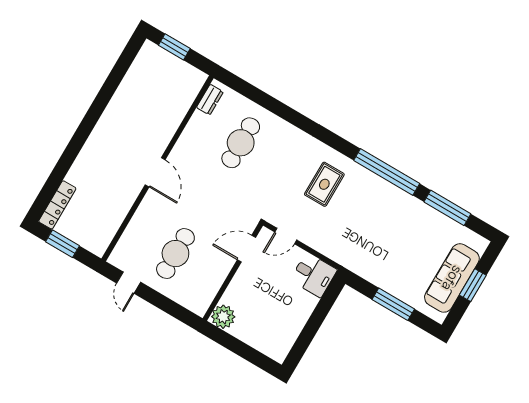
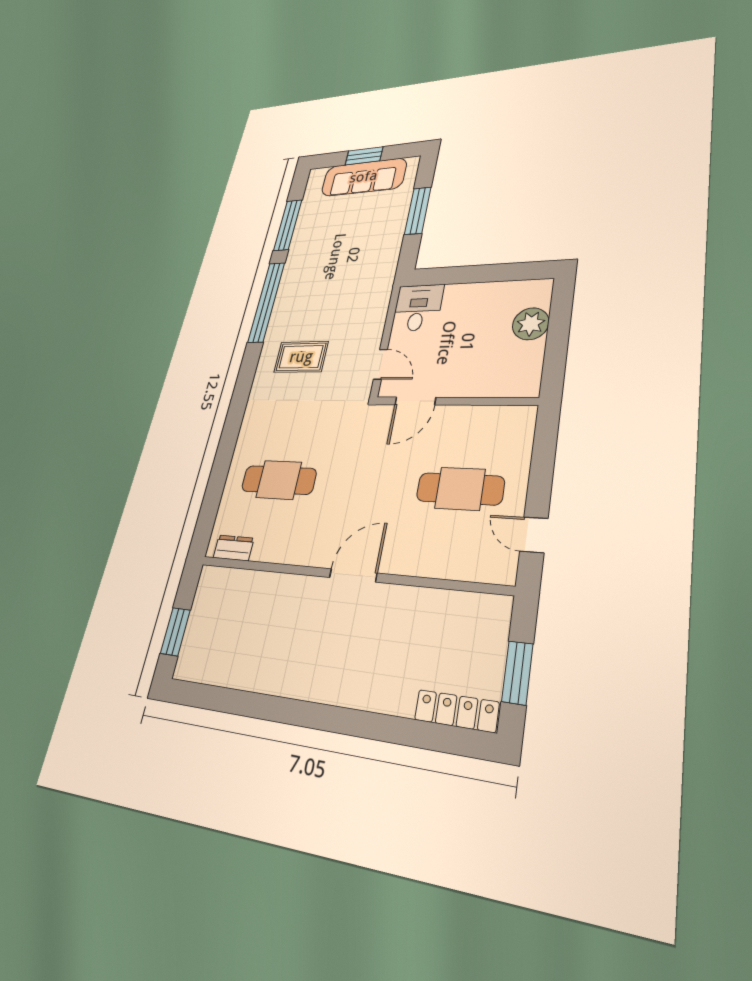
door: (247, 249) -> (415, 401), hinge flipped
door: (129, 283) -> (534, 535), swing flipped
plant: (223, 317) -> (531, 324), moved

